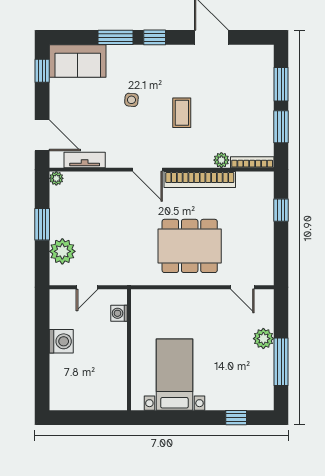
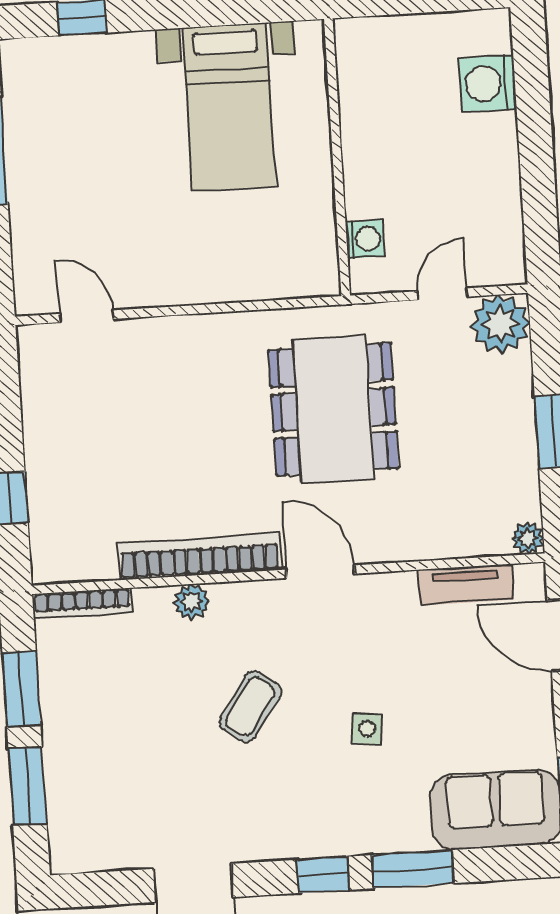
coffee table: (182, 113) -> (250, 707), turned 35
plant: (221, 160) -> (191, 602), moved
dining table: (190, 246) -> (333, 409), moved, turned 90
plant: (62, 251) -> (501, 324), moved
plant: (263, 339) -> (31, 202), removed
washing machine: (61, 341) -> (488, 84), moved

